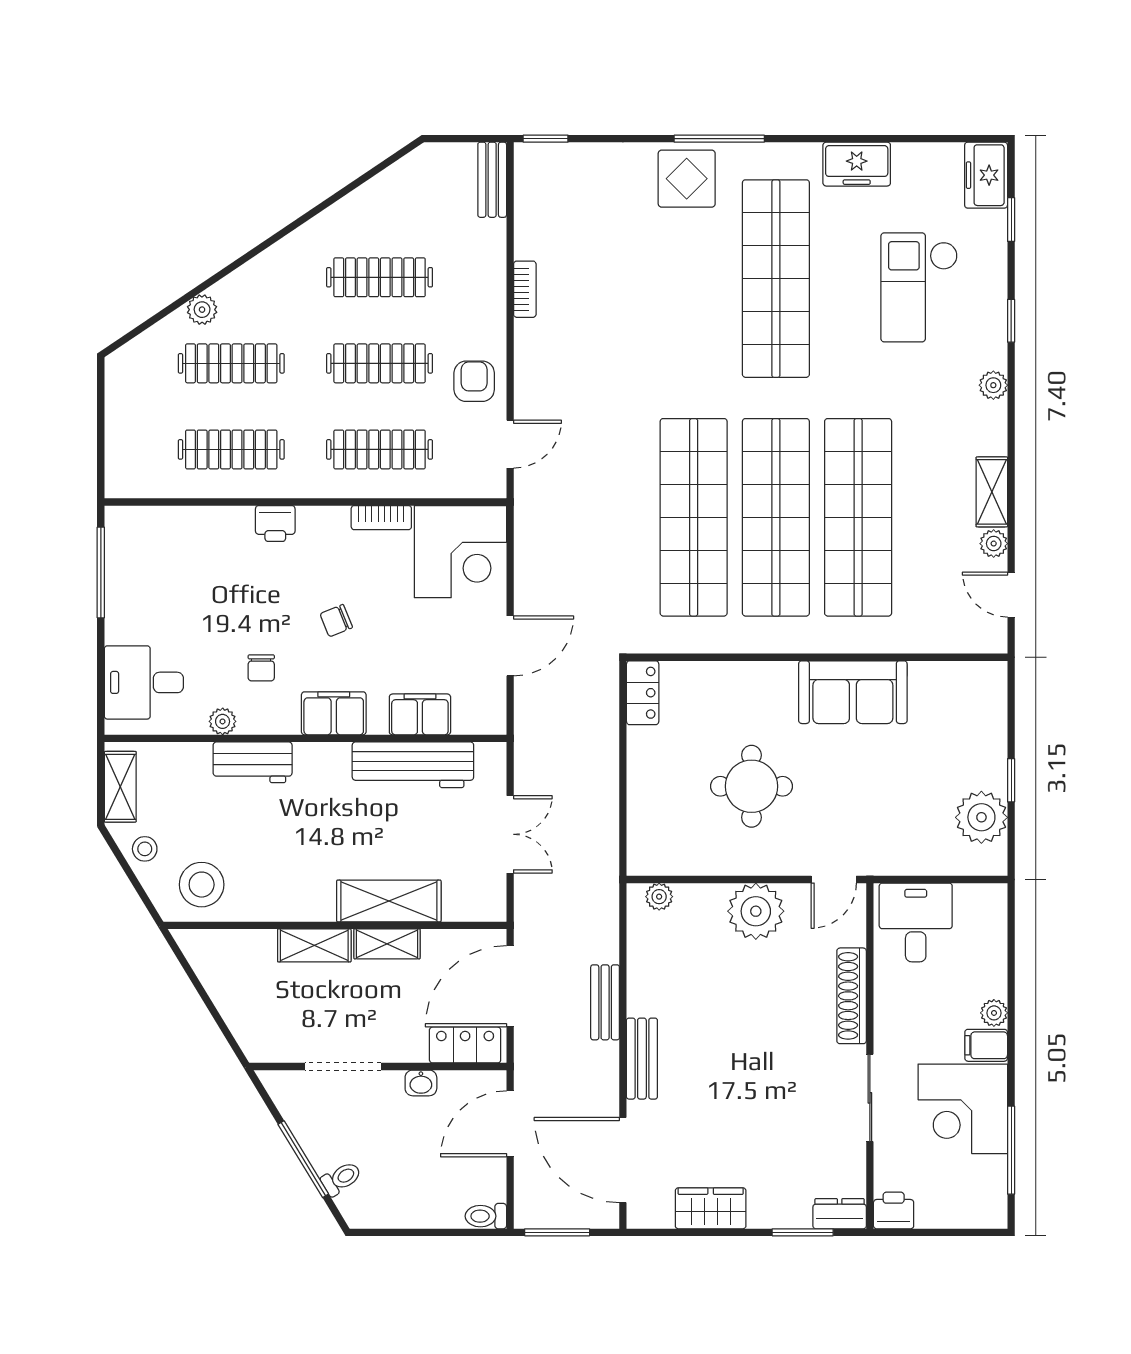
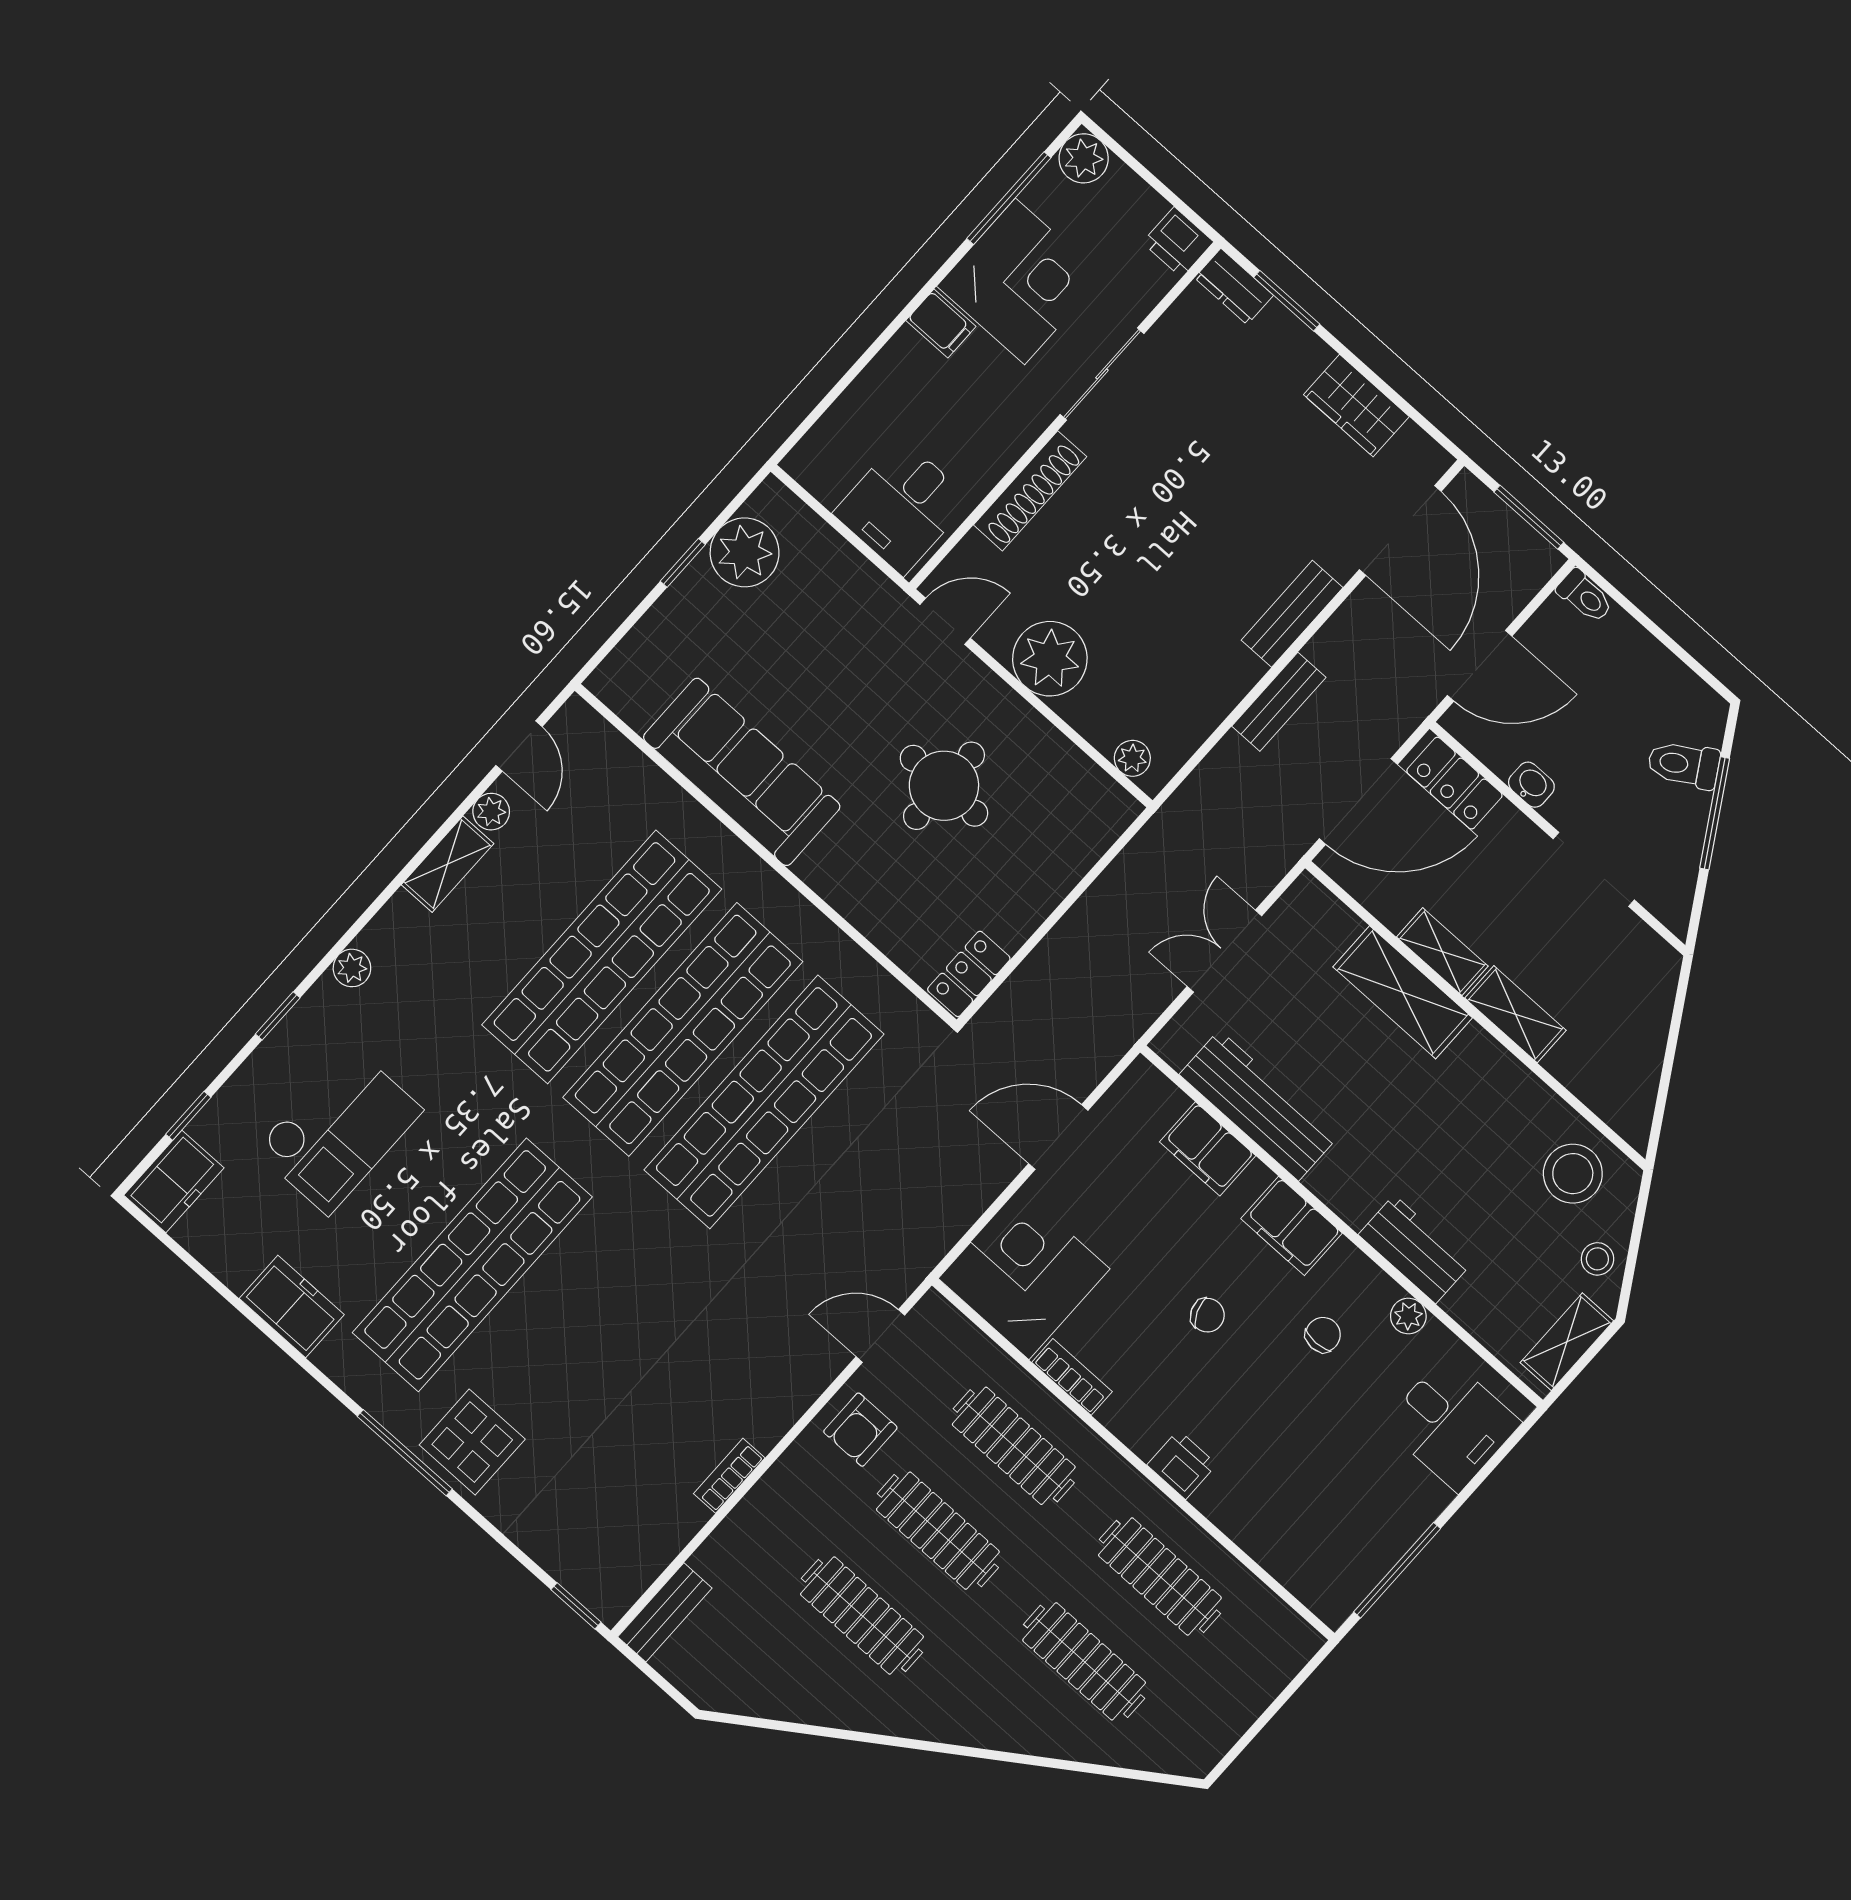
plant: (202, 310) -> (1065, 1740), removed
sofa: (853, 692) -> (742, 772), width x1.36
plant: (994, 1013) -> (1084, 158), moved, width x1.38, depth x1.38
toilet: (341, 1178) -> (1684, 765), width x1.37, depth x1.39

